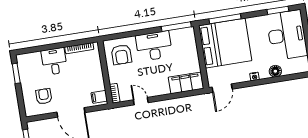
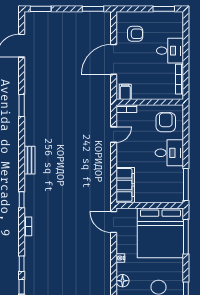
desk: (154, 46) -> (169, 153), width x0.73
armchair: (121, 55) -> (166, 122), turned 90

